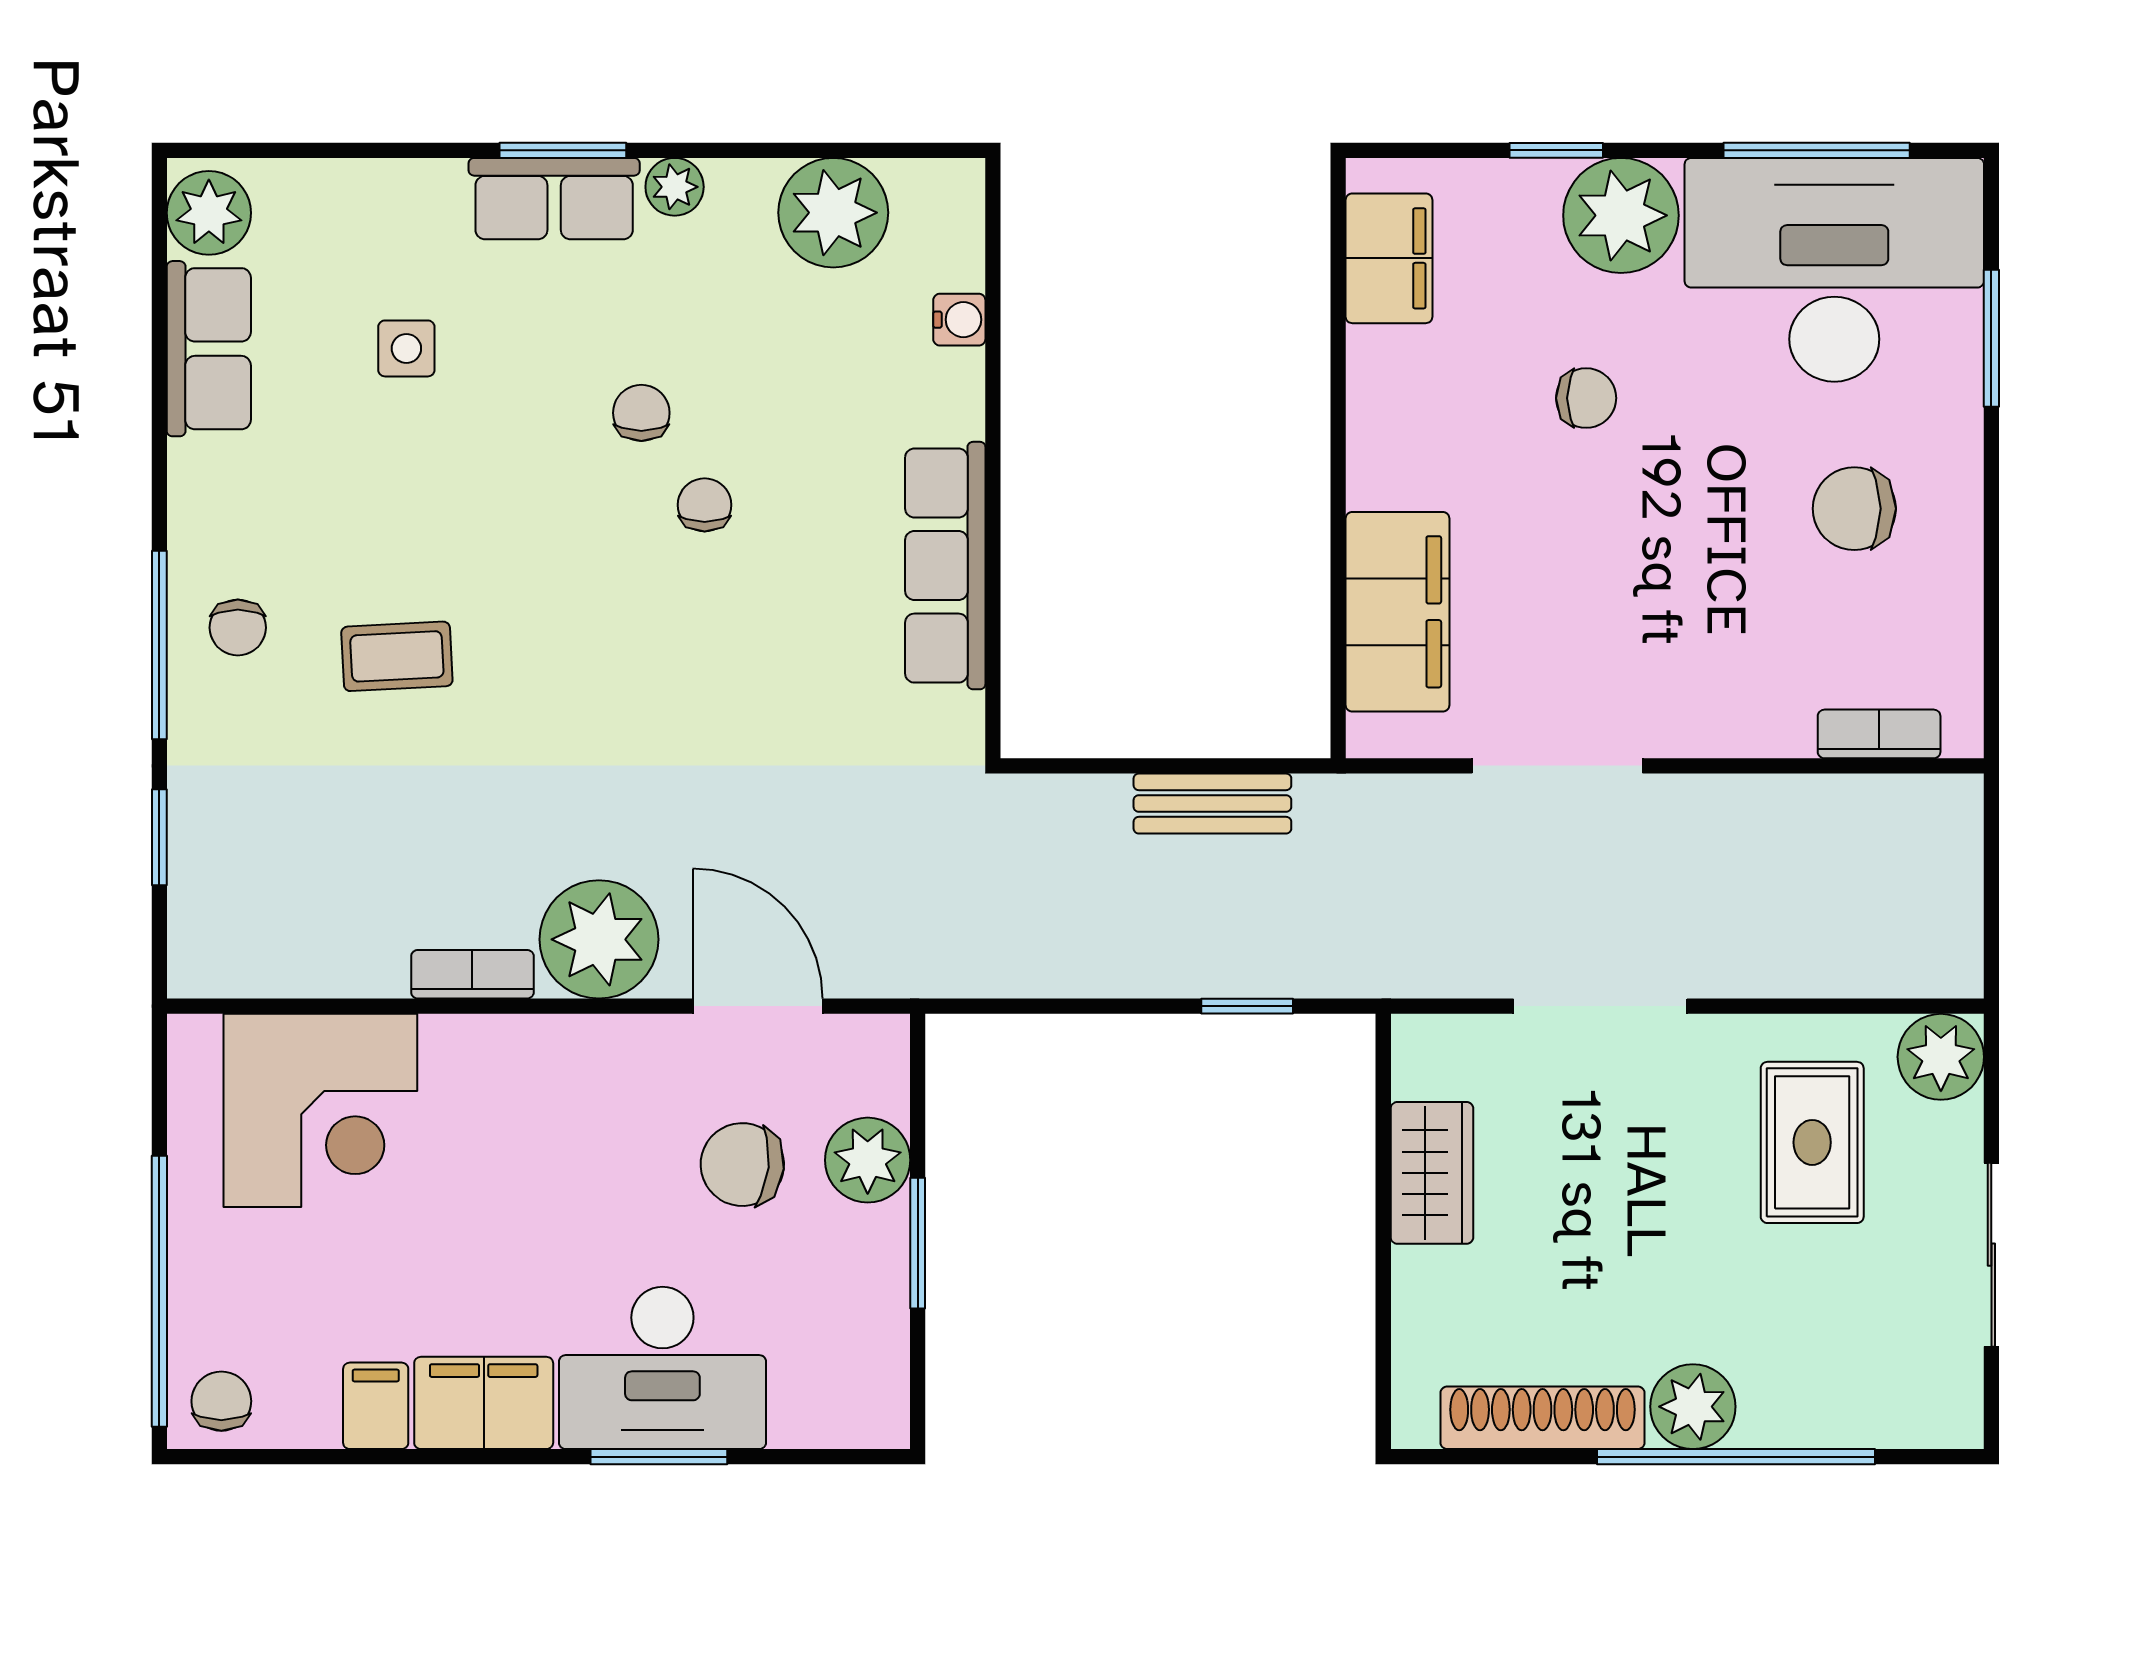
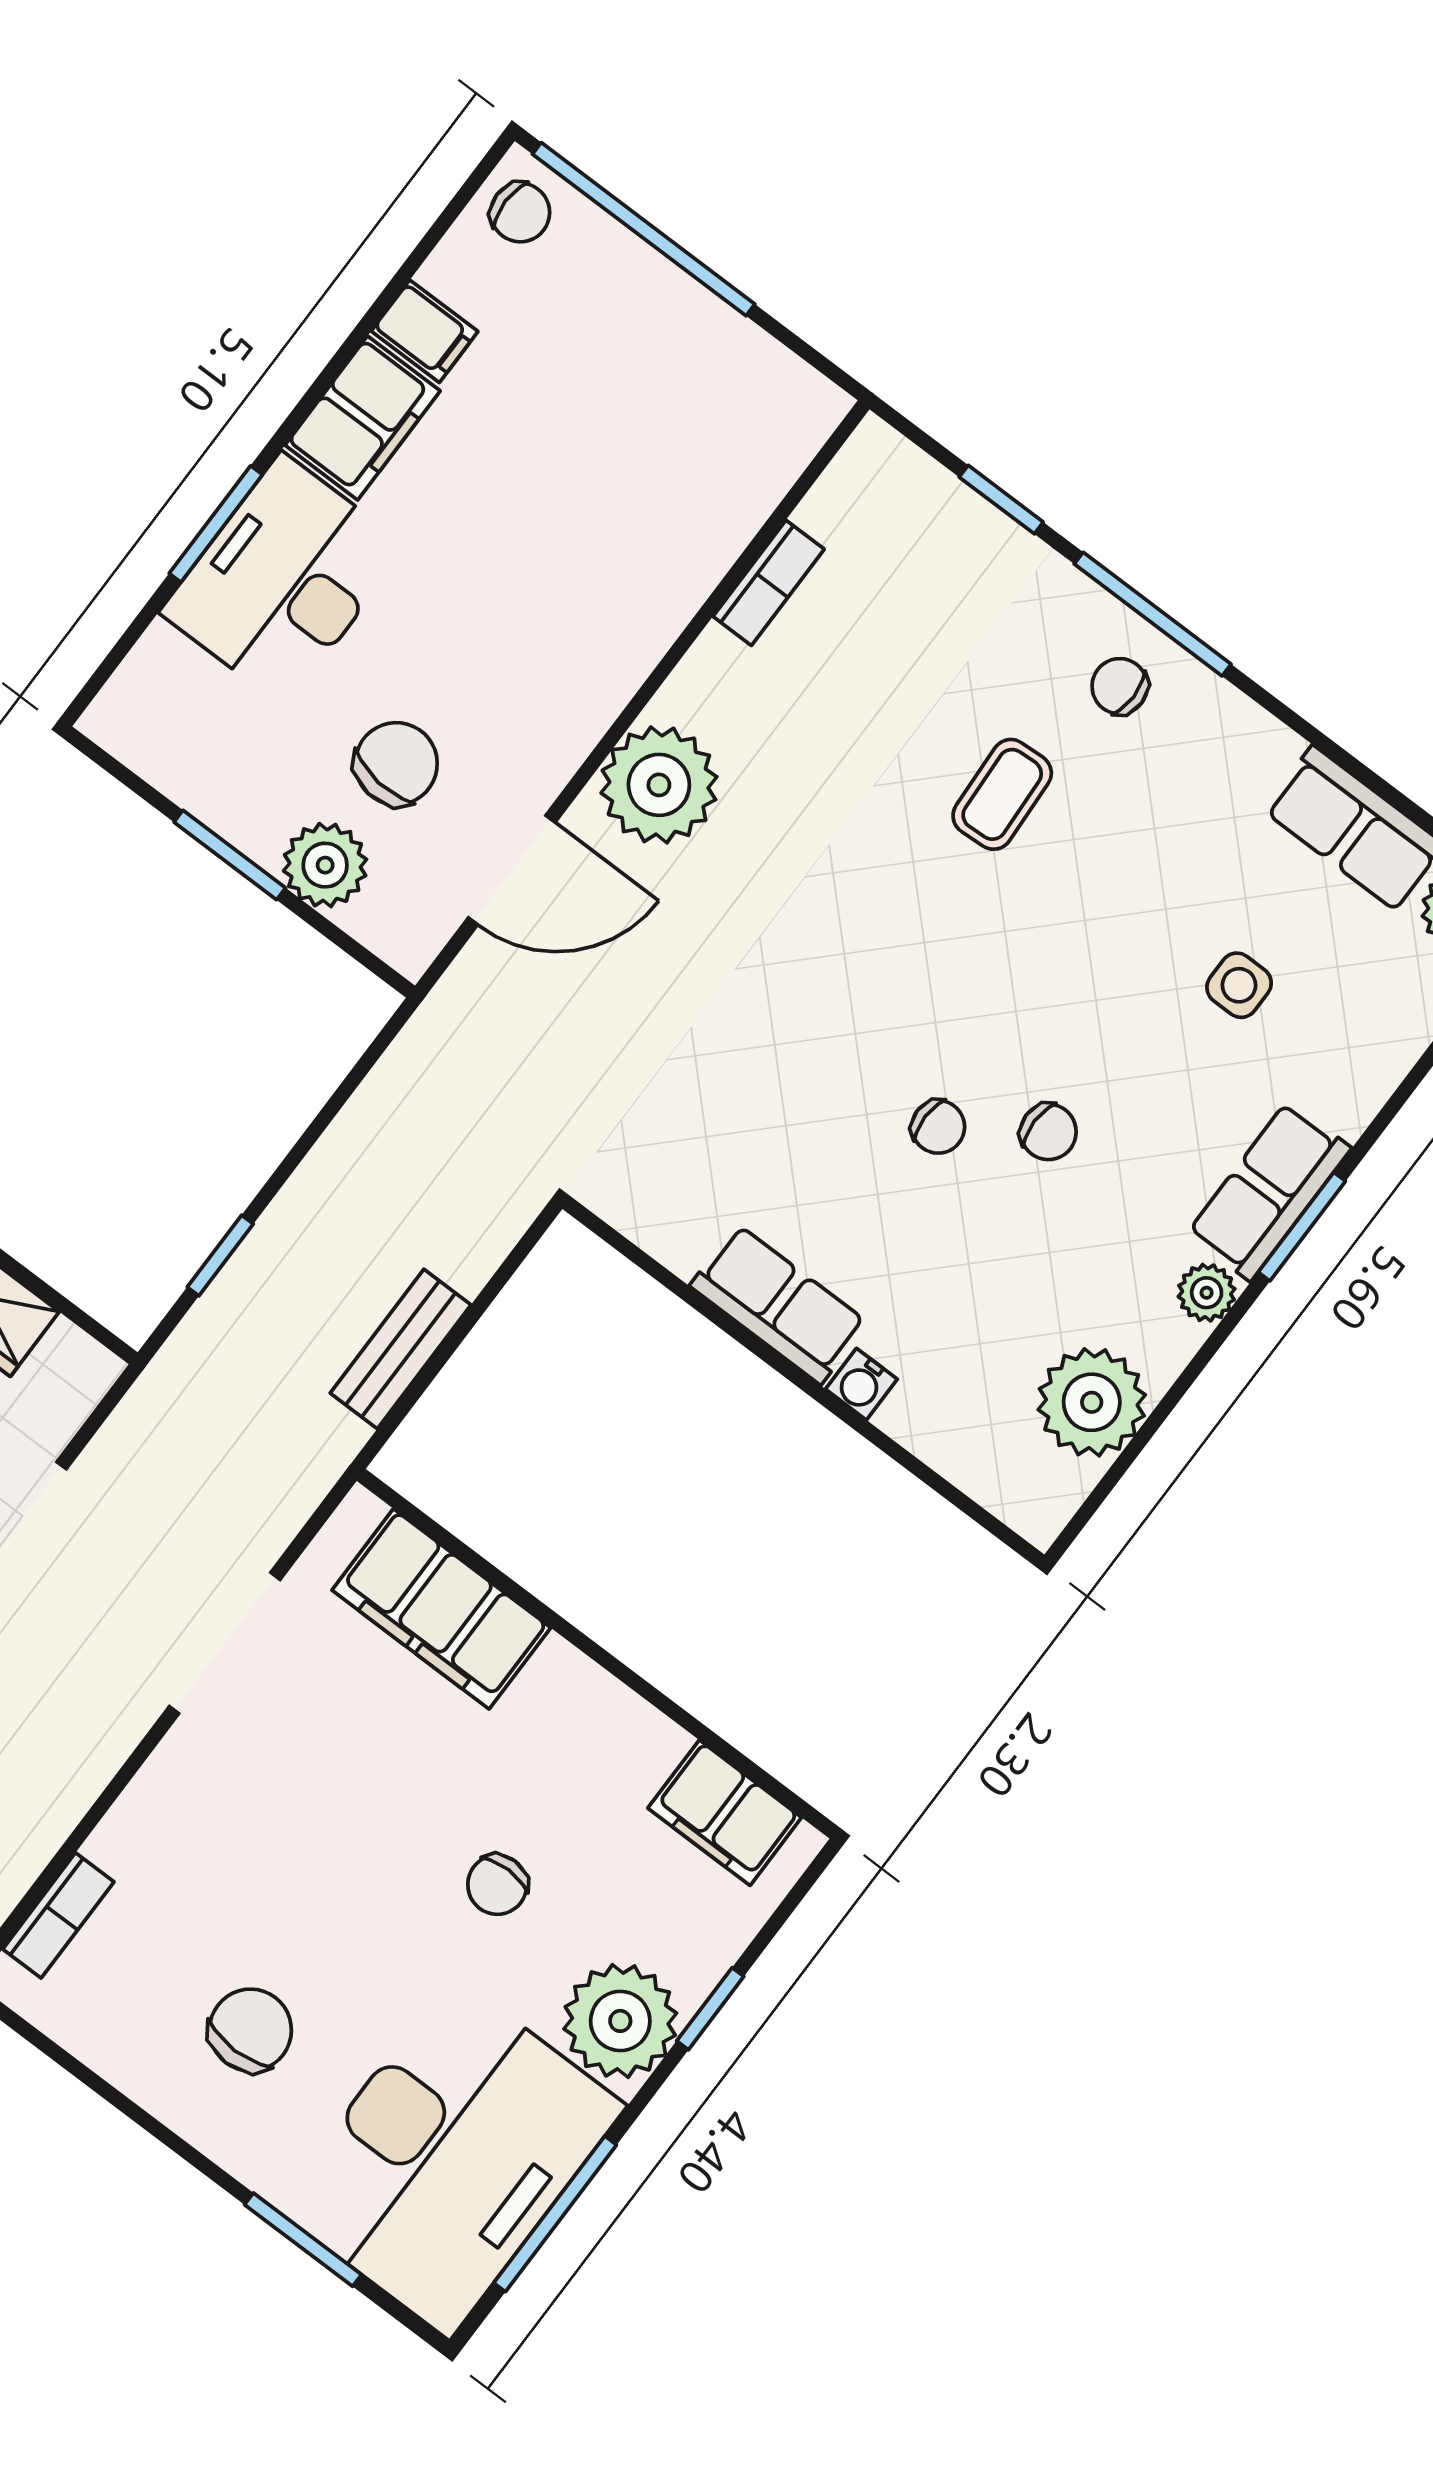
water cooler: (959, 320) -> (861, 1384), moved
row of seats: (945, 566) -> (779, 1304), width x0.68
bookcase: (472, 974) -> (769, 583), moved
corner desk: (320, 1110) -> (690, 464), removed

